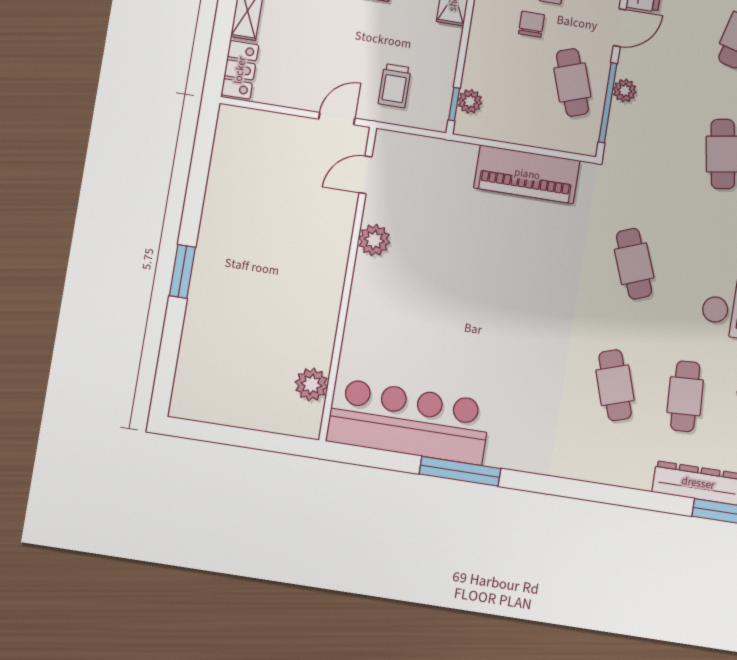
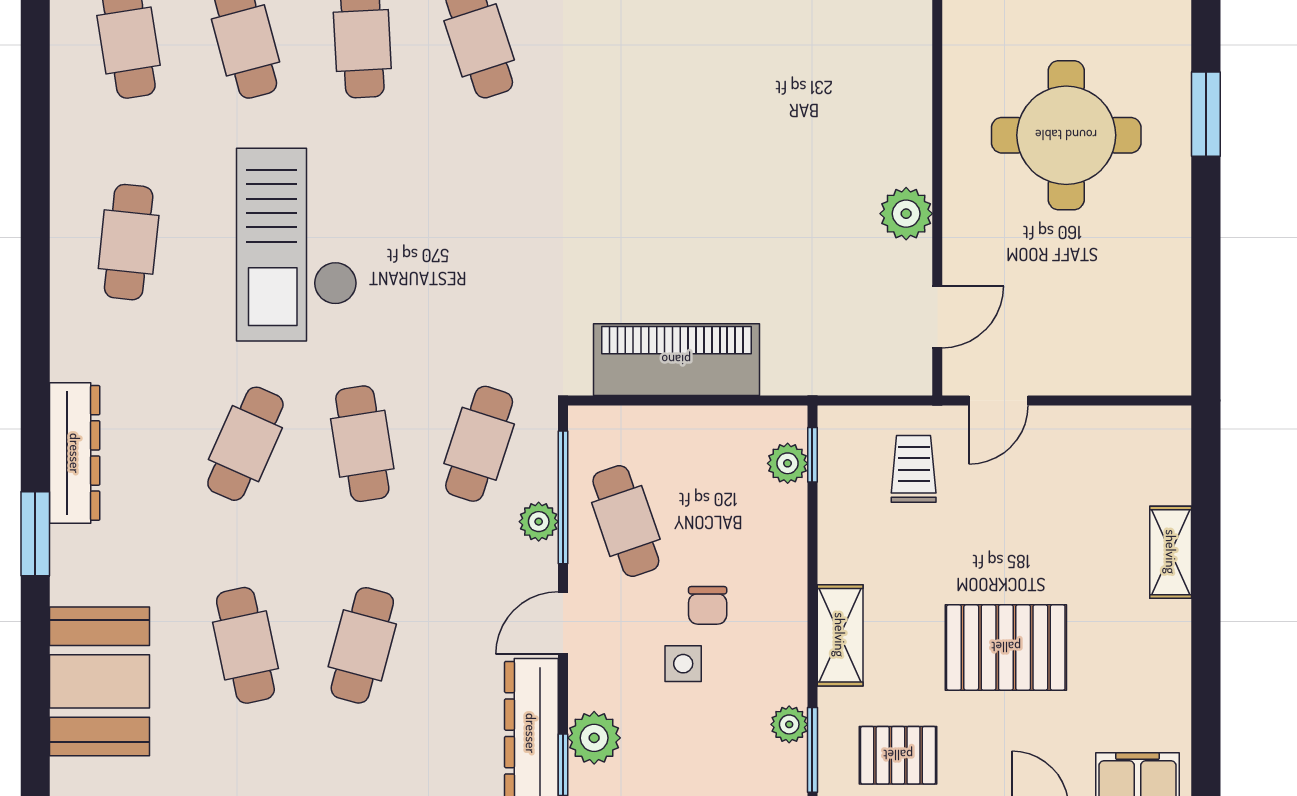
locker: (240, 70) -> (1167, 454), removed
cafe table: (634, 264) -> (479, 444), moved, turned 39
round table: (269, 272) -> (1066, 135), added

